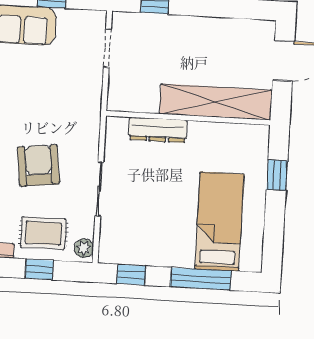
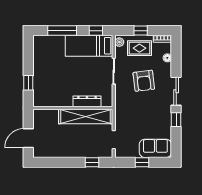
shelving: (216, 102) -> (86, 116), moved
bed: (219, 222) -> (89, 46), moved, turned 90

